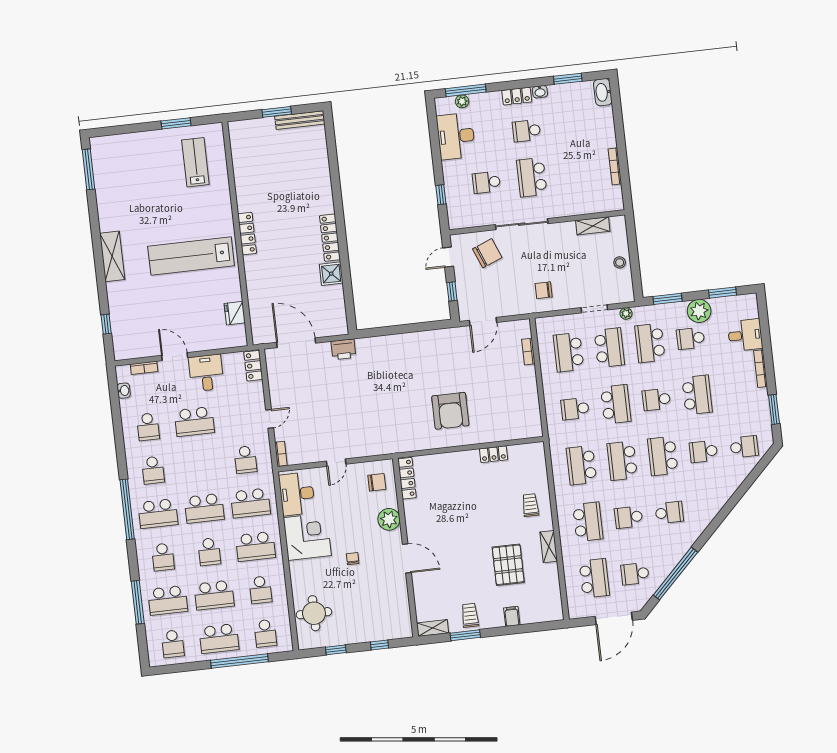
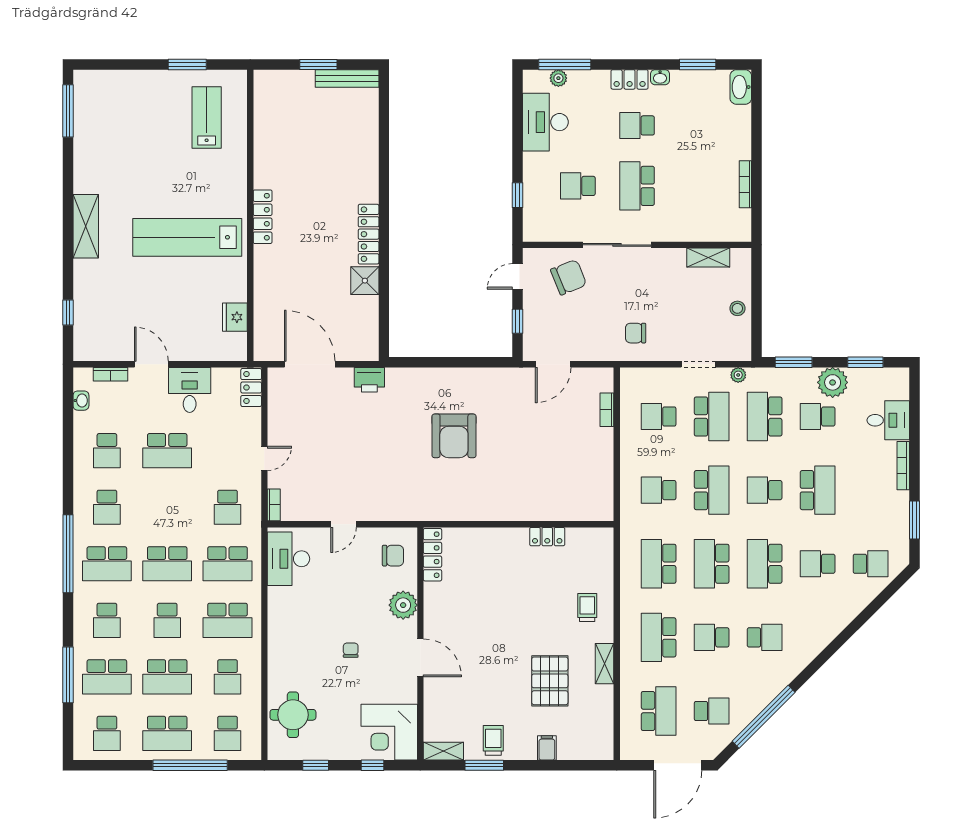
school desk: (569, 352) -> (659, 416), width x0.54
armchair: (450, 411) -> (454, 436), moved
school desk: (588, 522) -> (659, 637), turned 180
corner desk: (307, 537) -> (389, 732), moved, turned 180
school desk: (635, 574) -> (712, 711), turned 180

